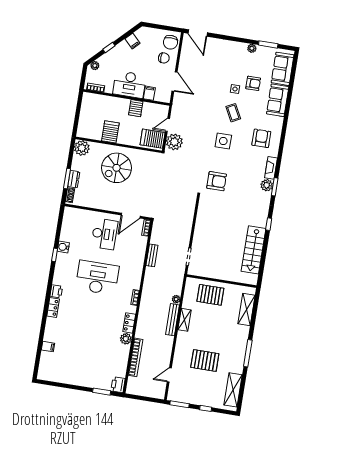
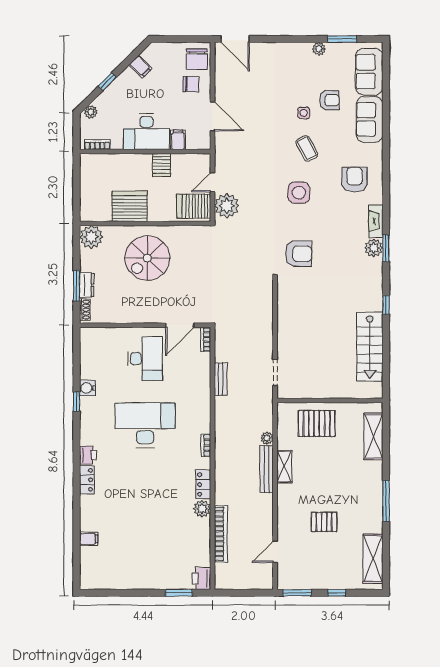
server rack: (110, 132) -> (130, 206), width x1.60
pallet: (205, 361) -> (324, 522), width x0.67, depth x0.71

